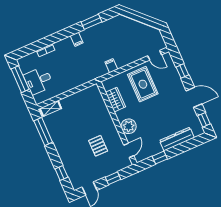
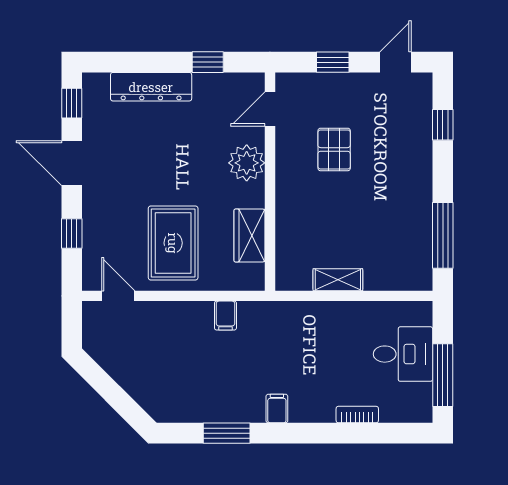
shelving: (51, 108) -> (338, 280), moved

